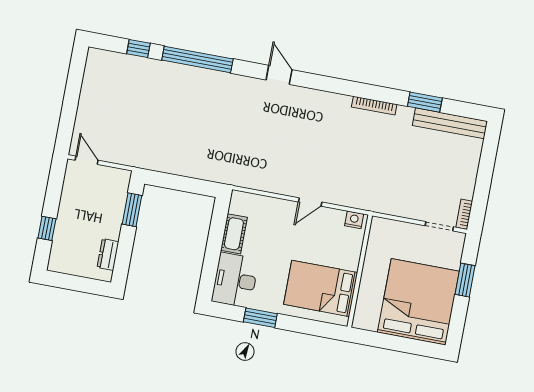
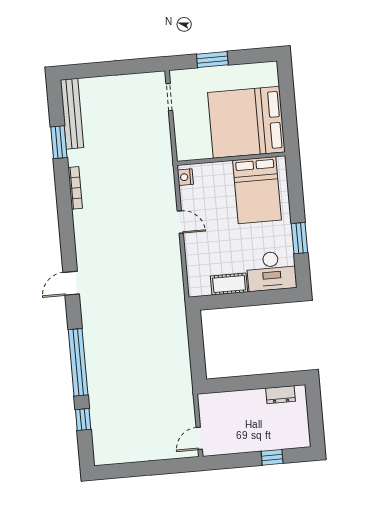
window: (132, 210) -> (233, 384), removed
bookcase: (464, 214) -> (152, 77), removed
bed: (418, 302) -> (246, 122), moved

